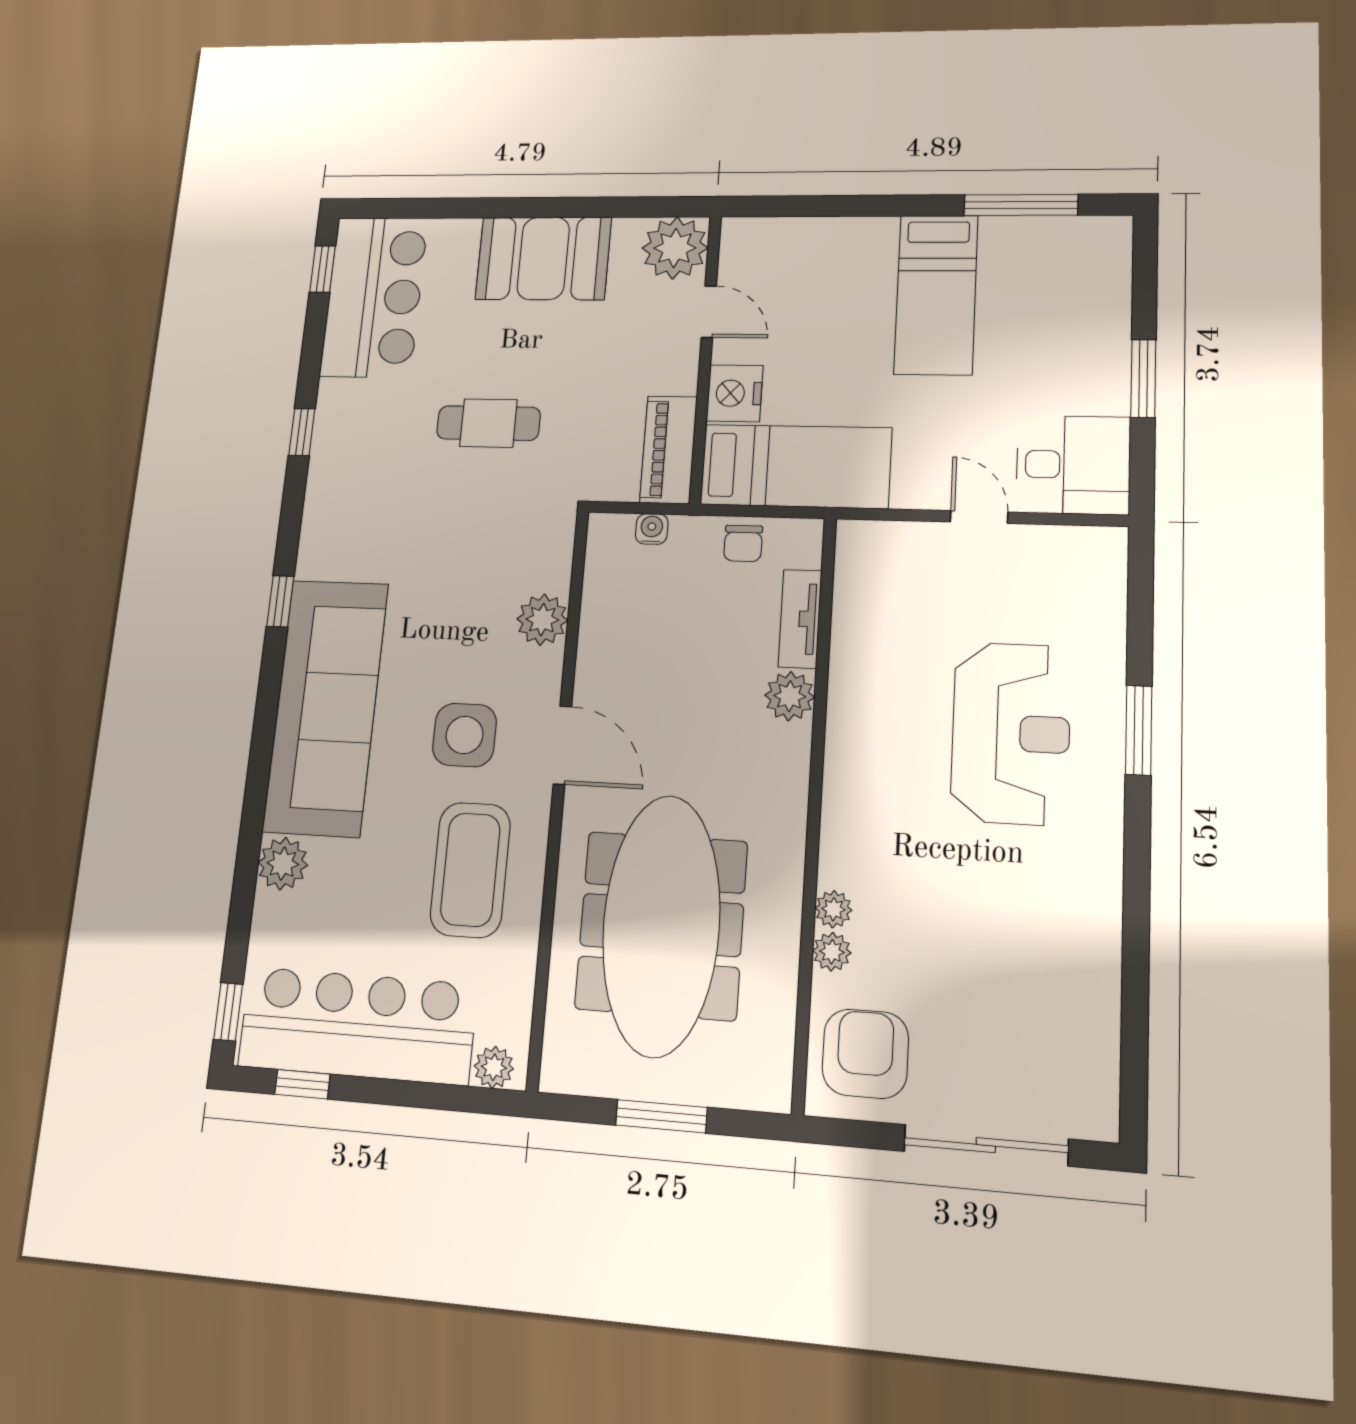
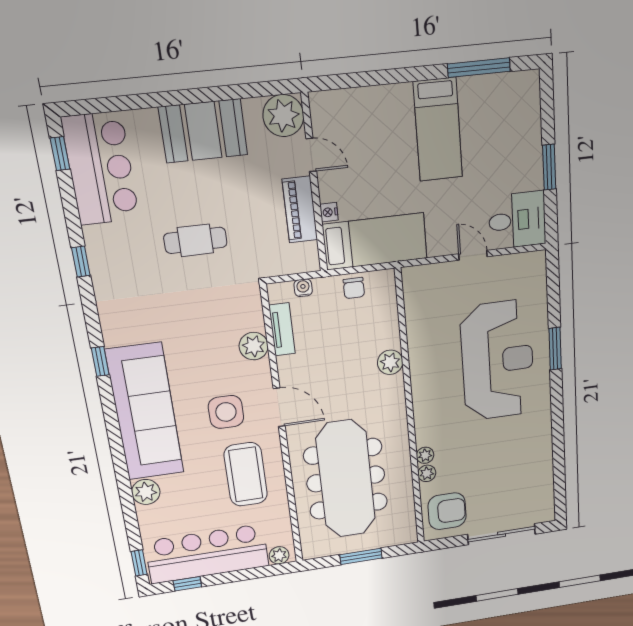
nightstand: (735, 393) -> (329, 212), width x0.53, depth x0.56
piano: (669, 450) -> (300, 210), moved
tv unit: (800, 619) -> (282, 329), moved, turned 180
reception desk: (1011, 733) -> (498, 361), width x1.36, depth x1.30
armchair: (865, 1054) -> (447, 511), turned 90

